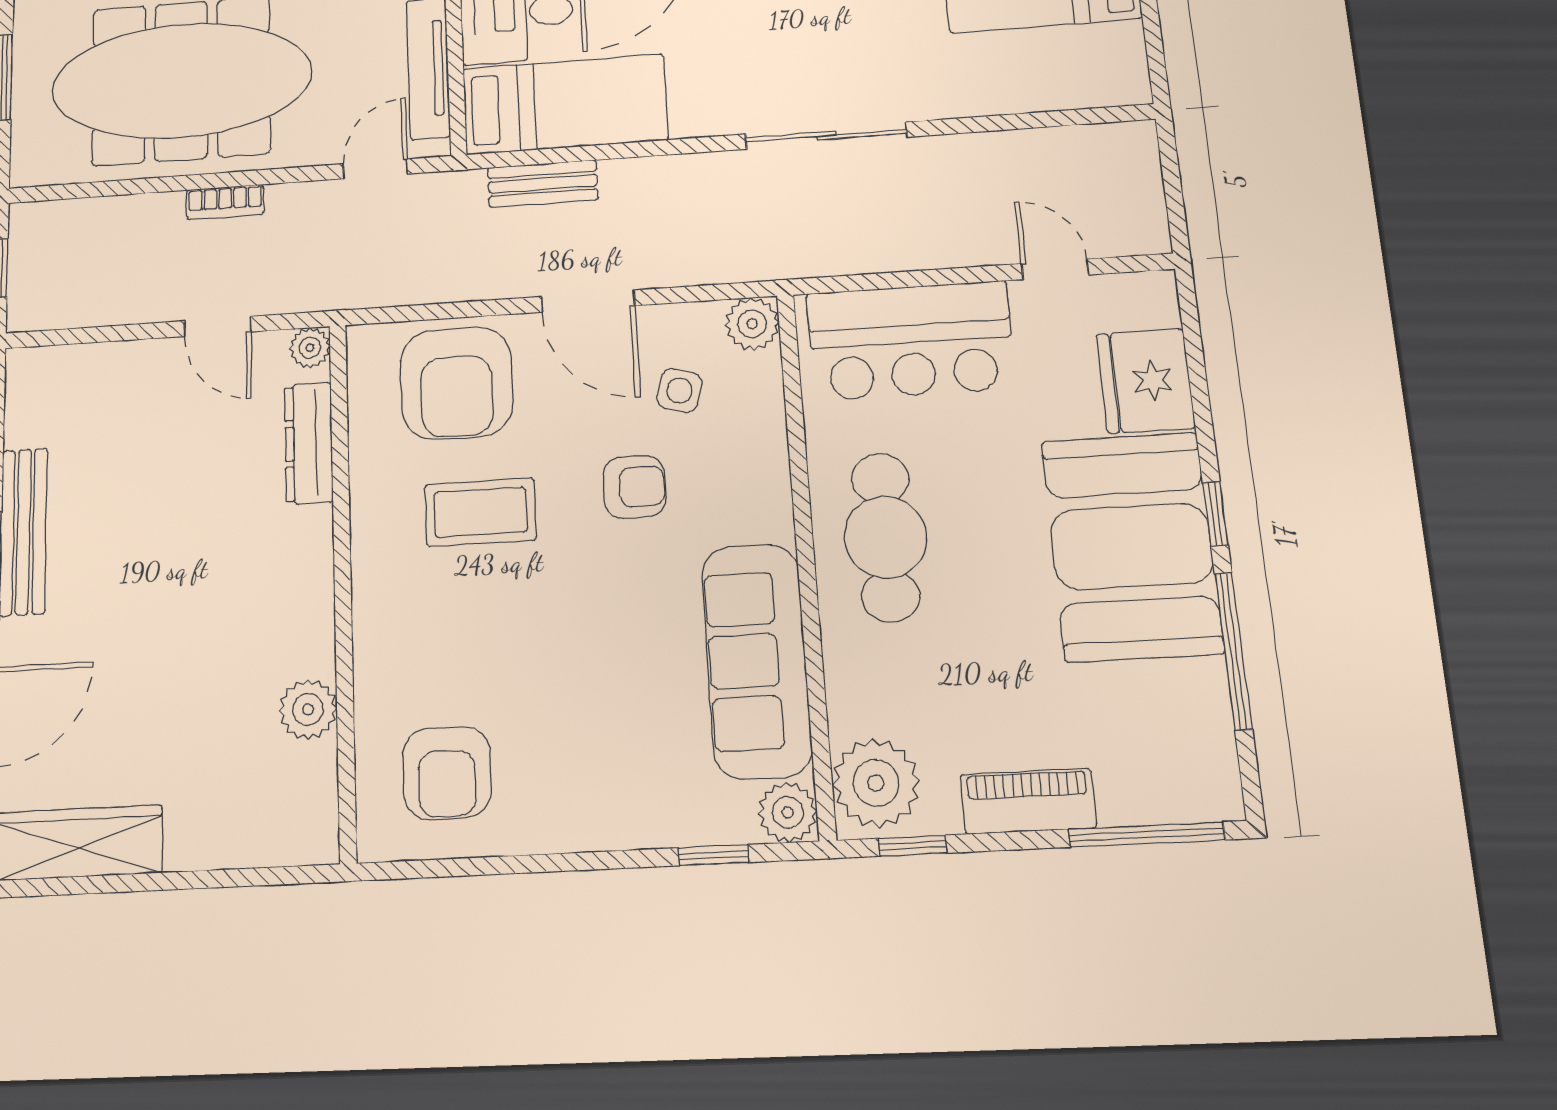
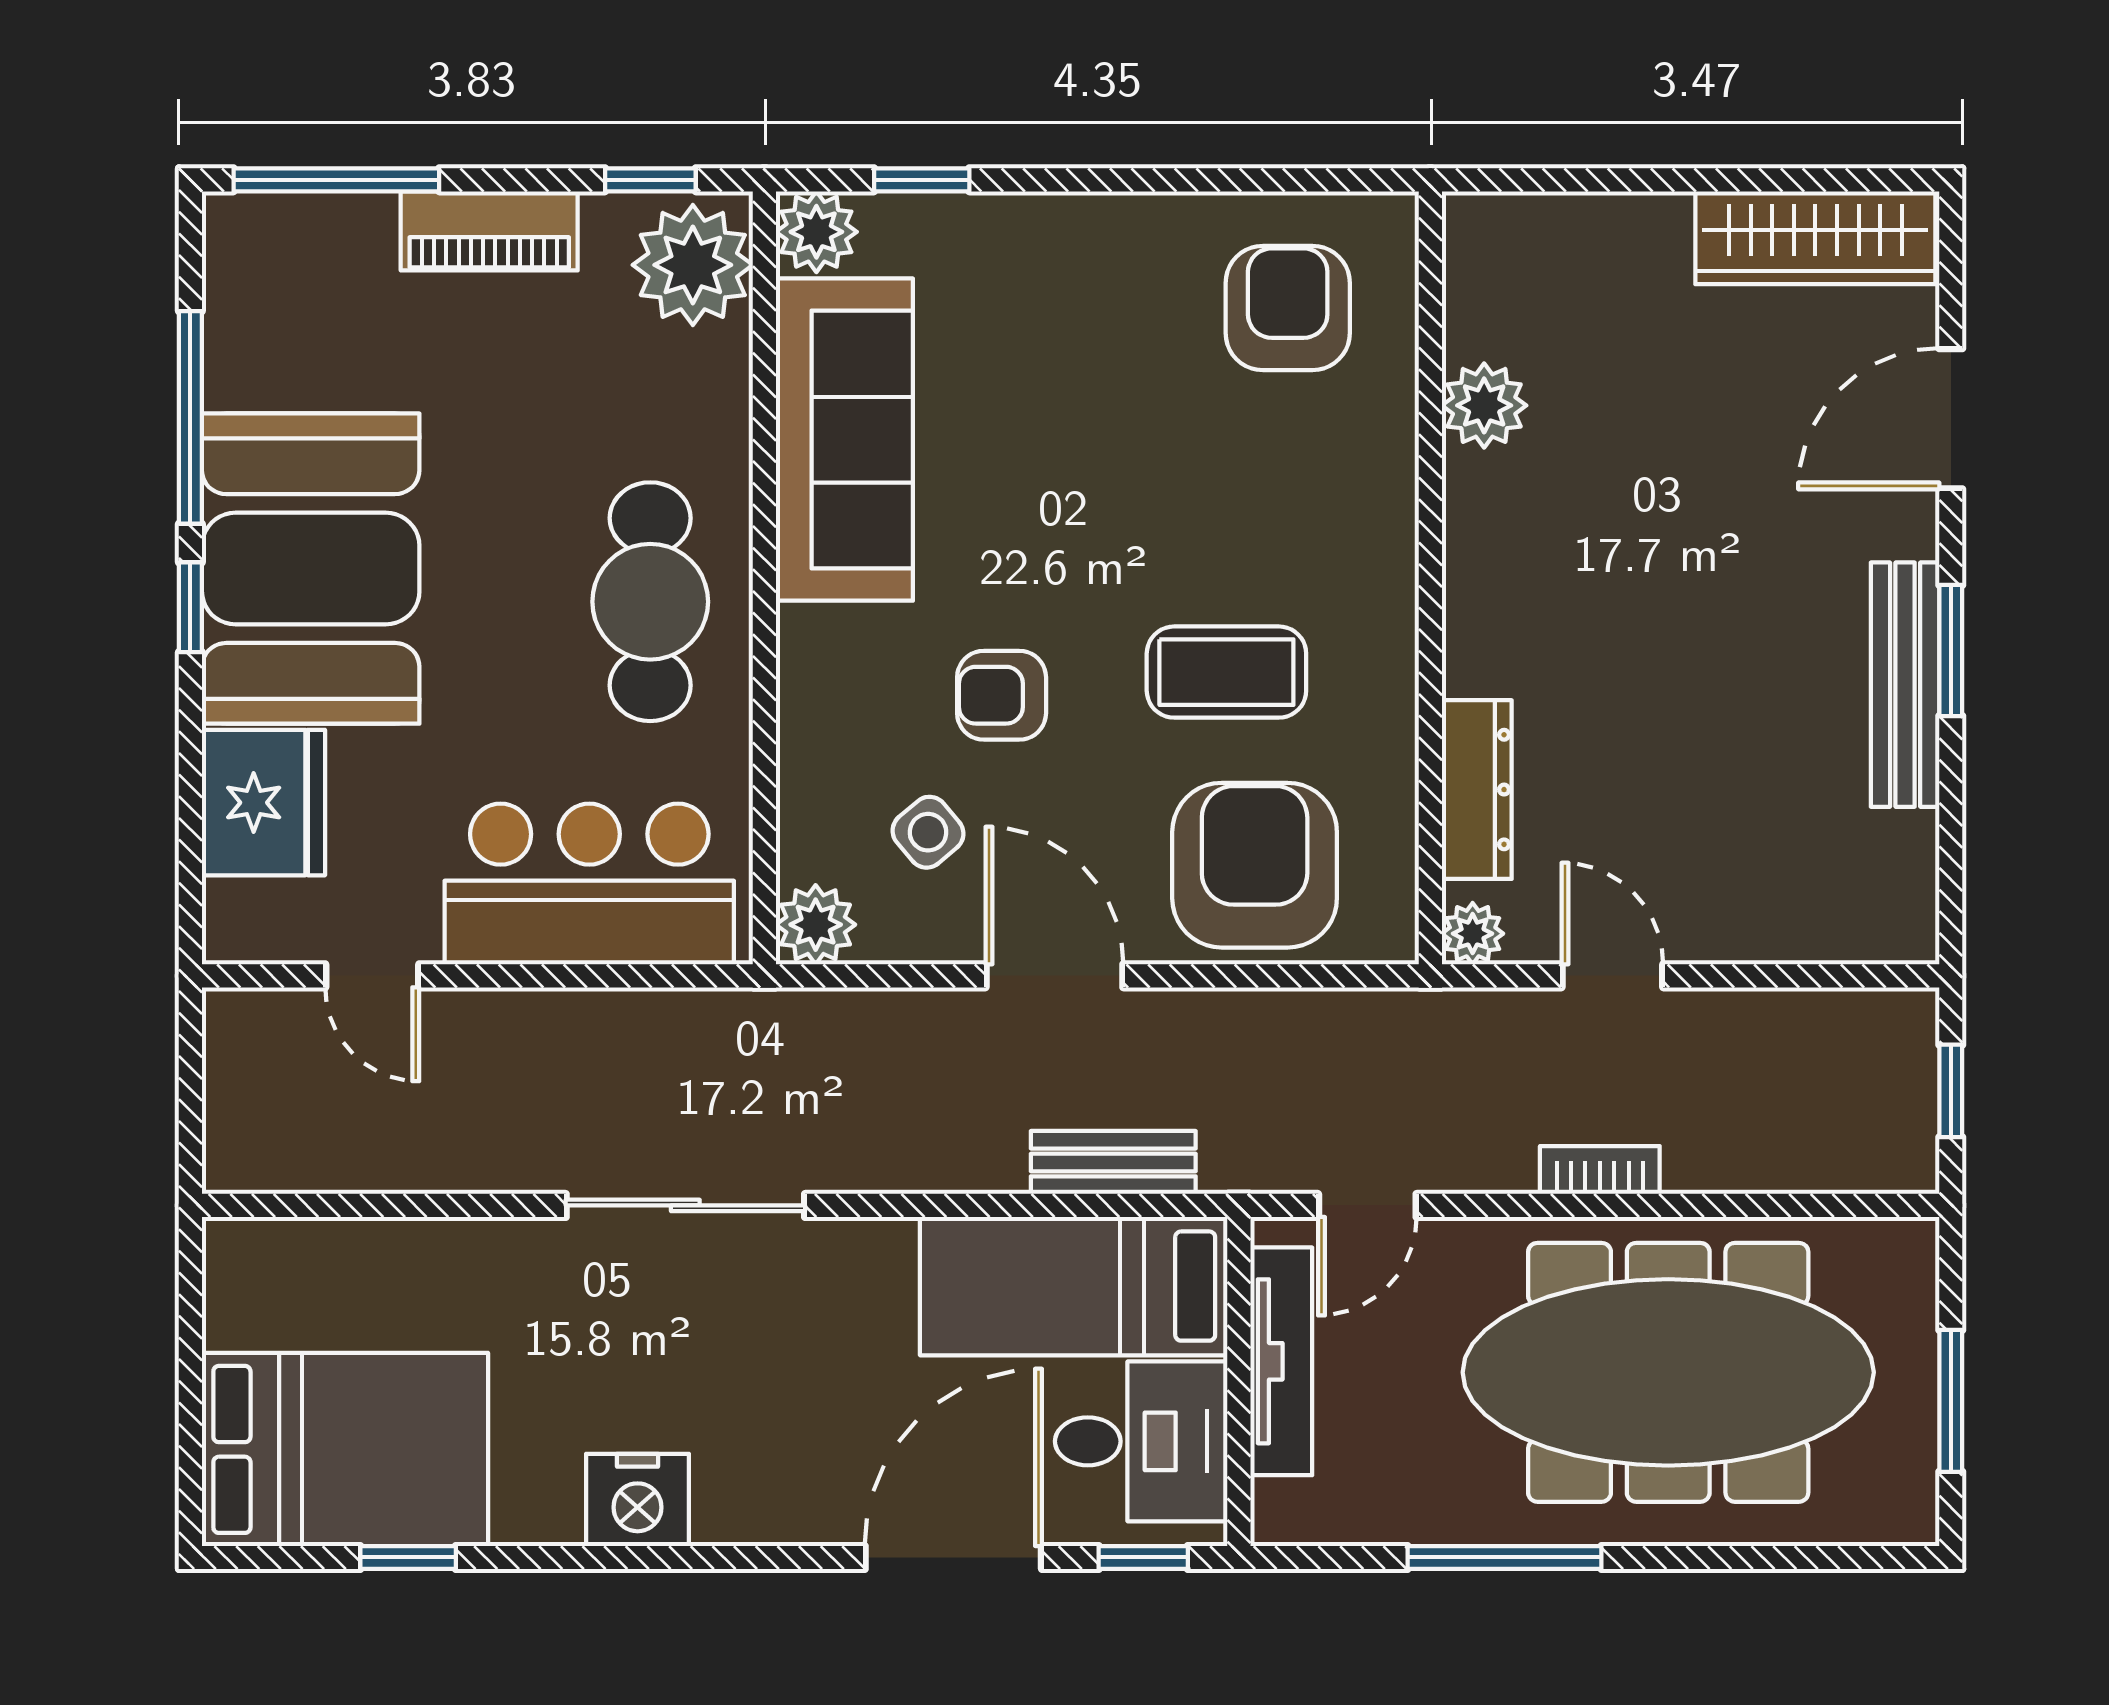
side table: (679, 391) -> (928, 832), turned 33

